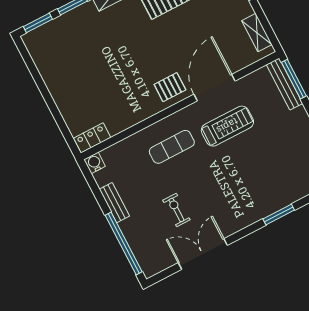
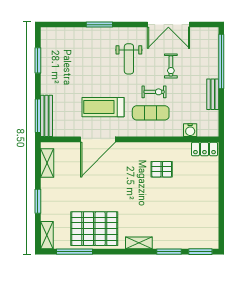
pallet: (170, 87) -> (162, 169), moved
water cooler: (95, 163) -> (190, 130), moved
exercise bike: (180, 172) -> (154, 92), added
weight bench: (227, 194) -> (129, 59), added

